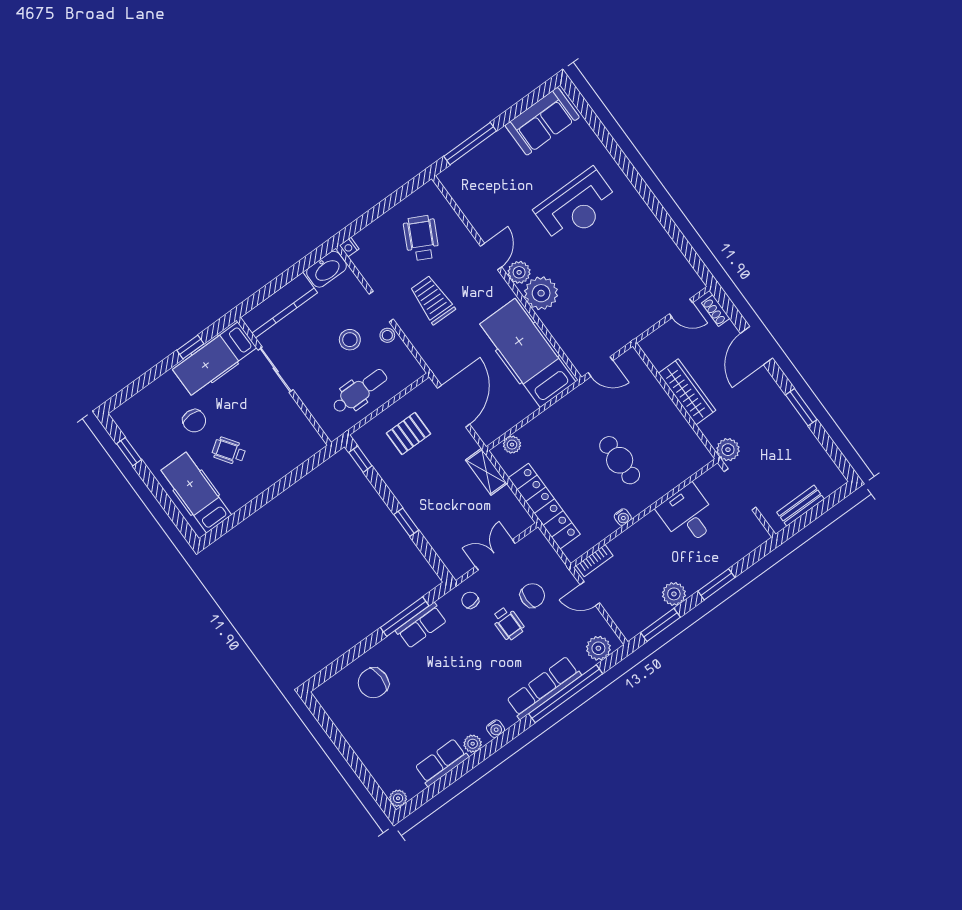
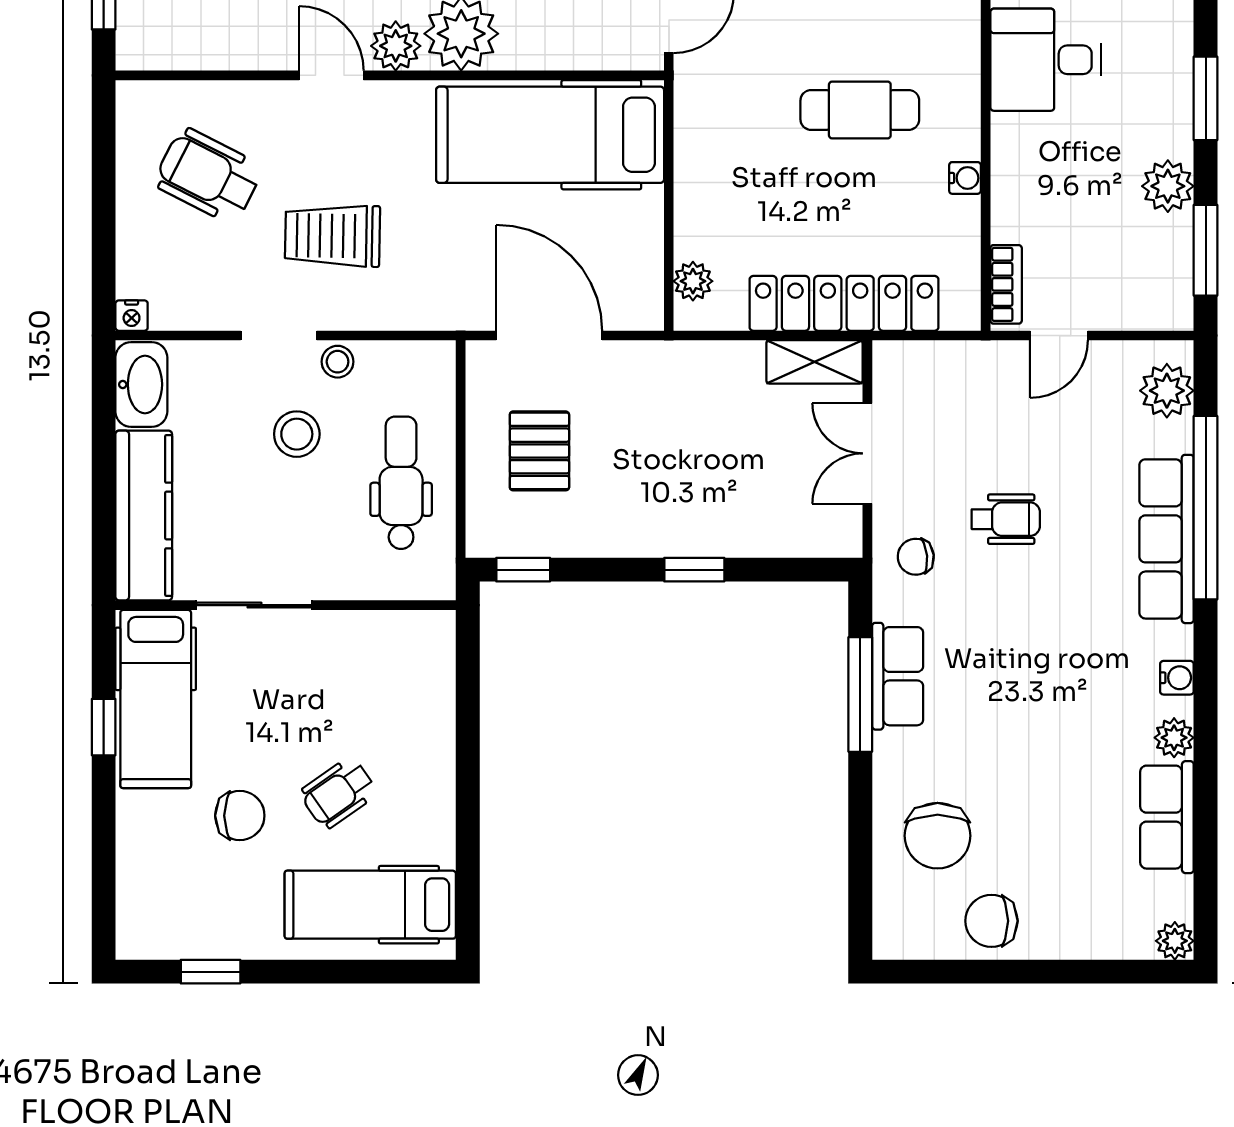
shelving: (486, 472) -> (814, 362), moved
chair: (532, 596) -> (991, 921), moved, turned -90

